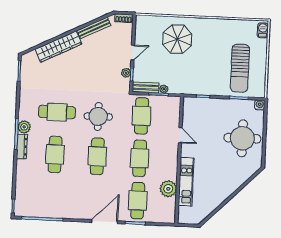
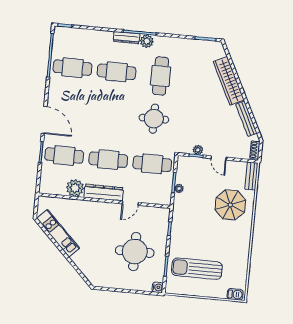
bench: (146, 87) -> (251, 176), moved
round table: (242, 138) -> (135, 252), moved
cafe table: (97, 156) -> (73, 68), moved
dresser: (171, 161) -> (104, 193), added
kitchen unit: (186, 182) -> (58, 233), moved, turned -135

